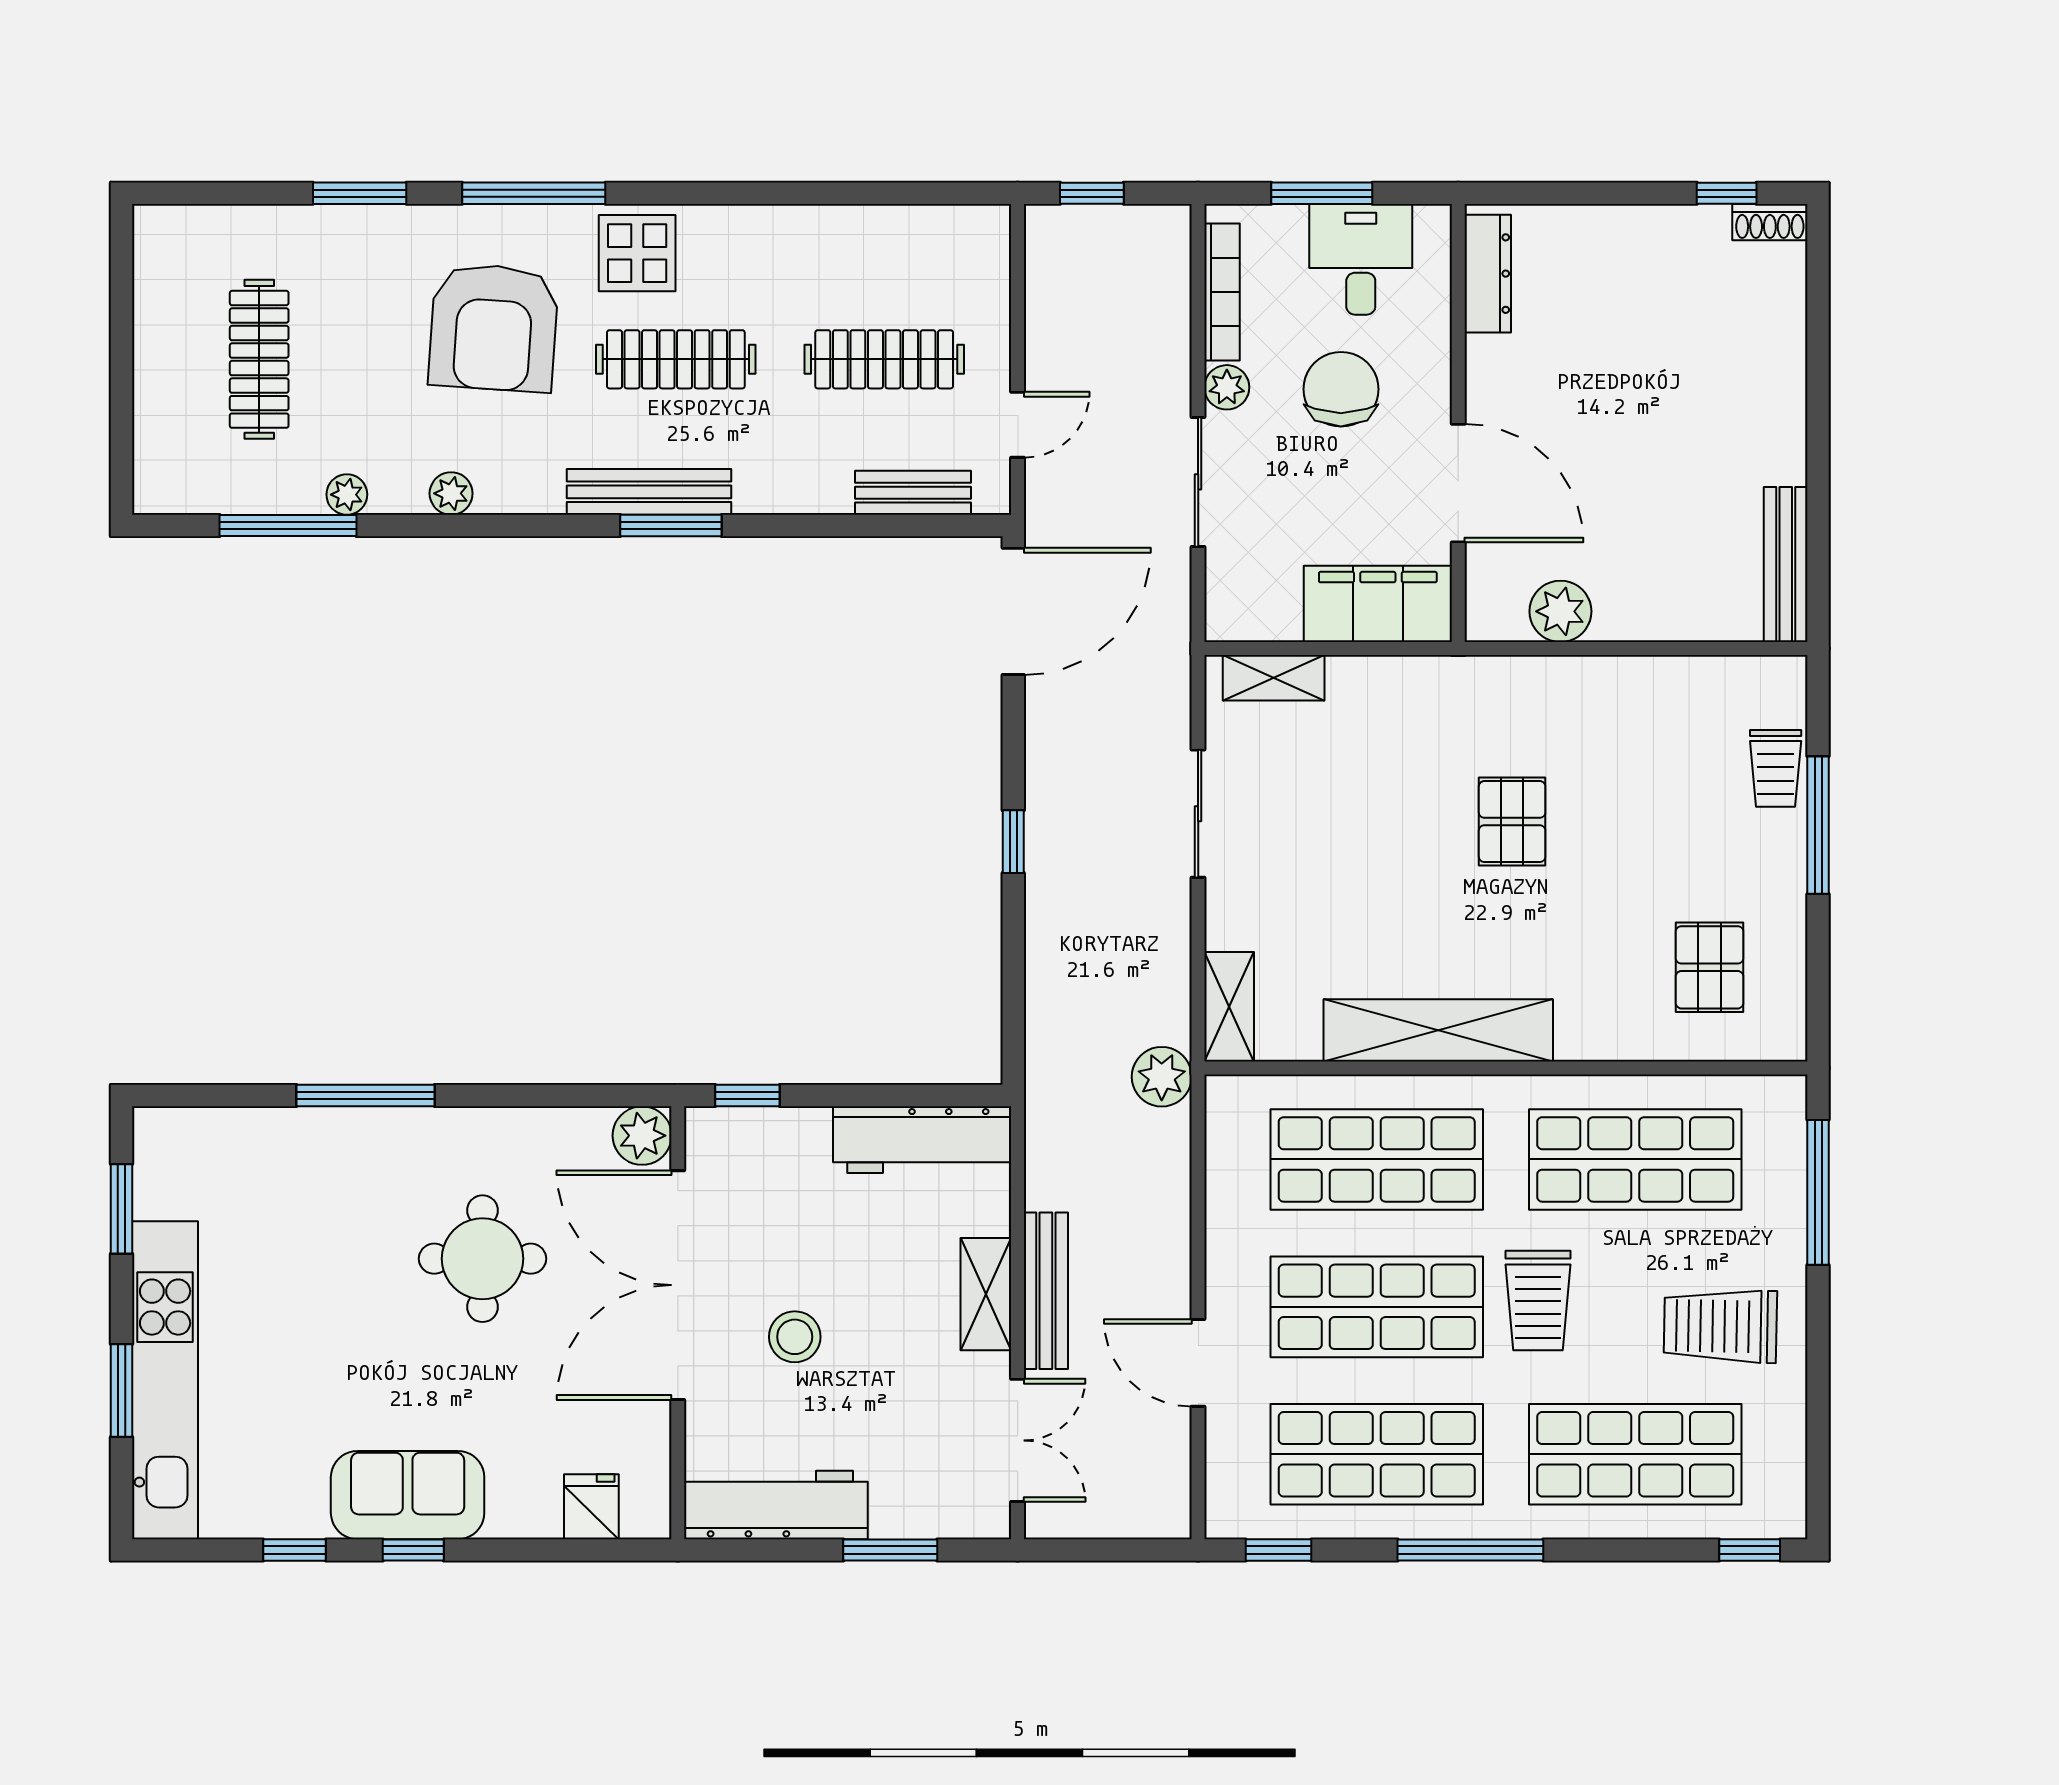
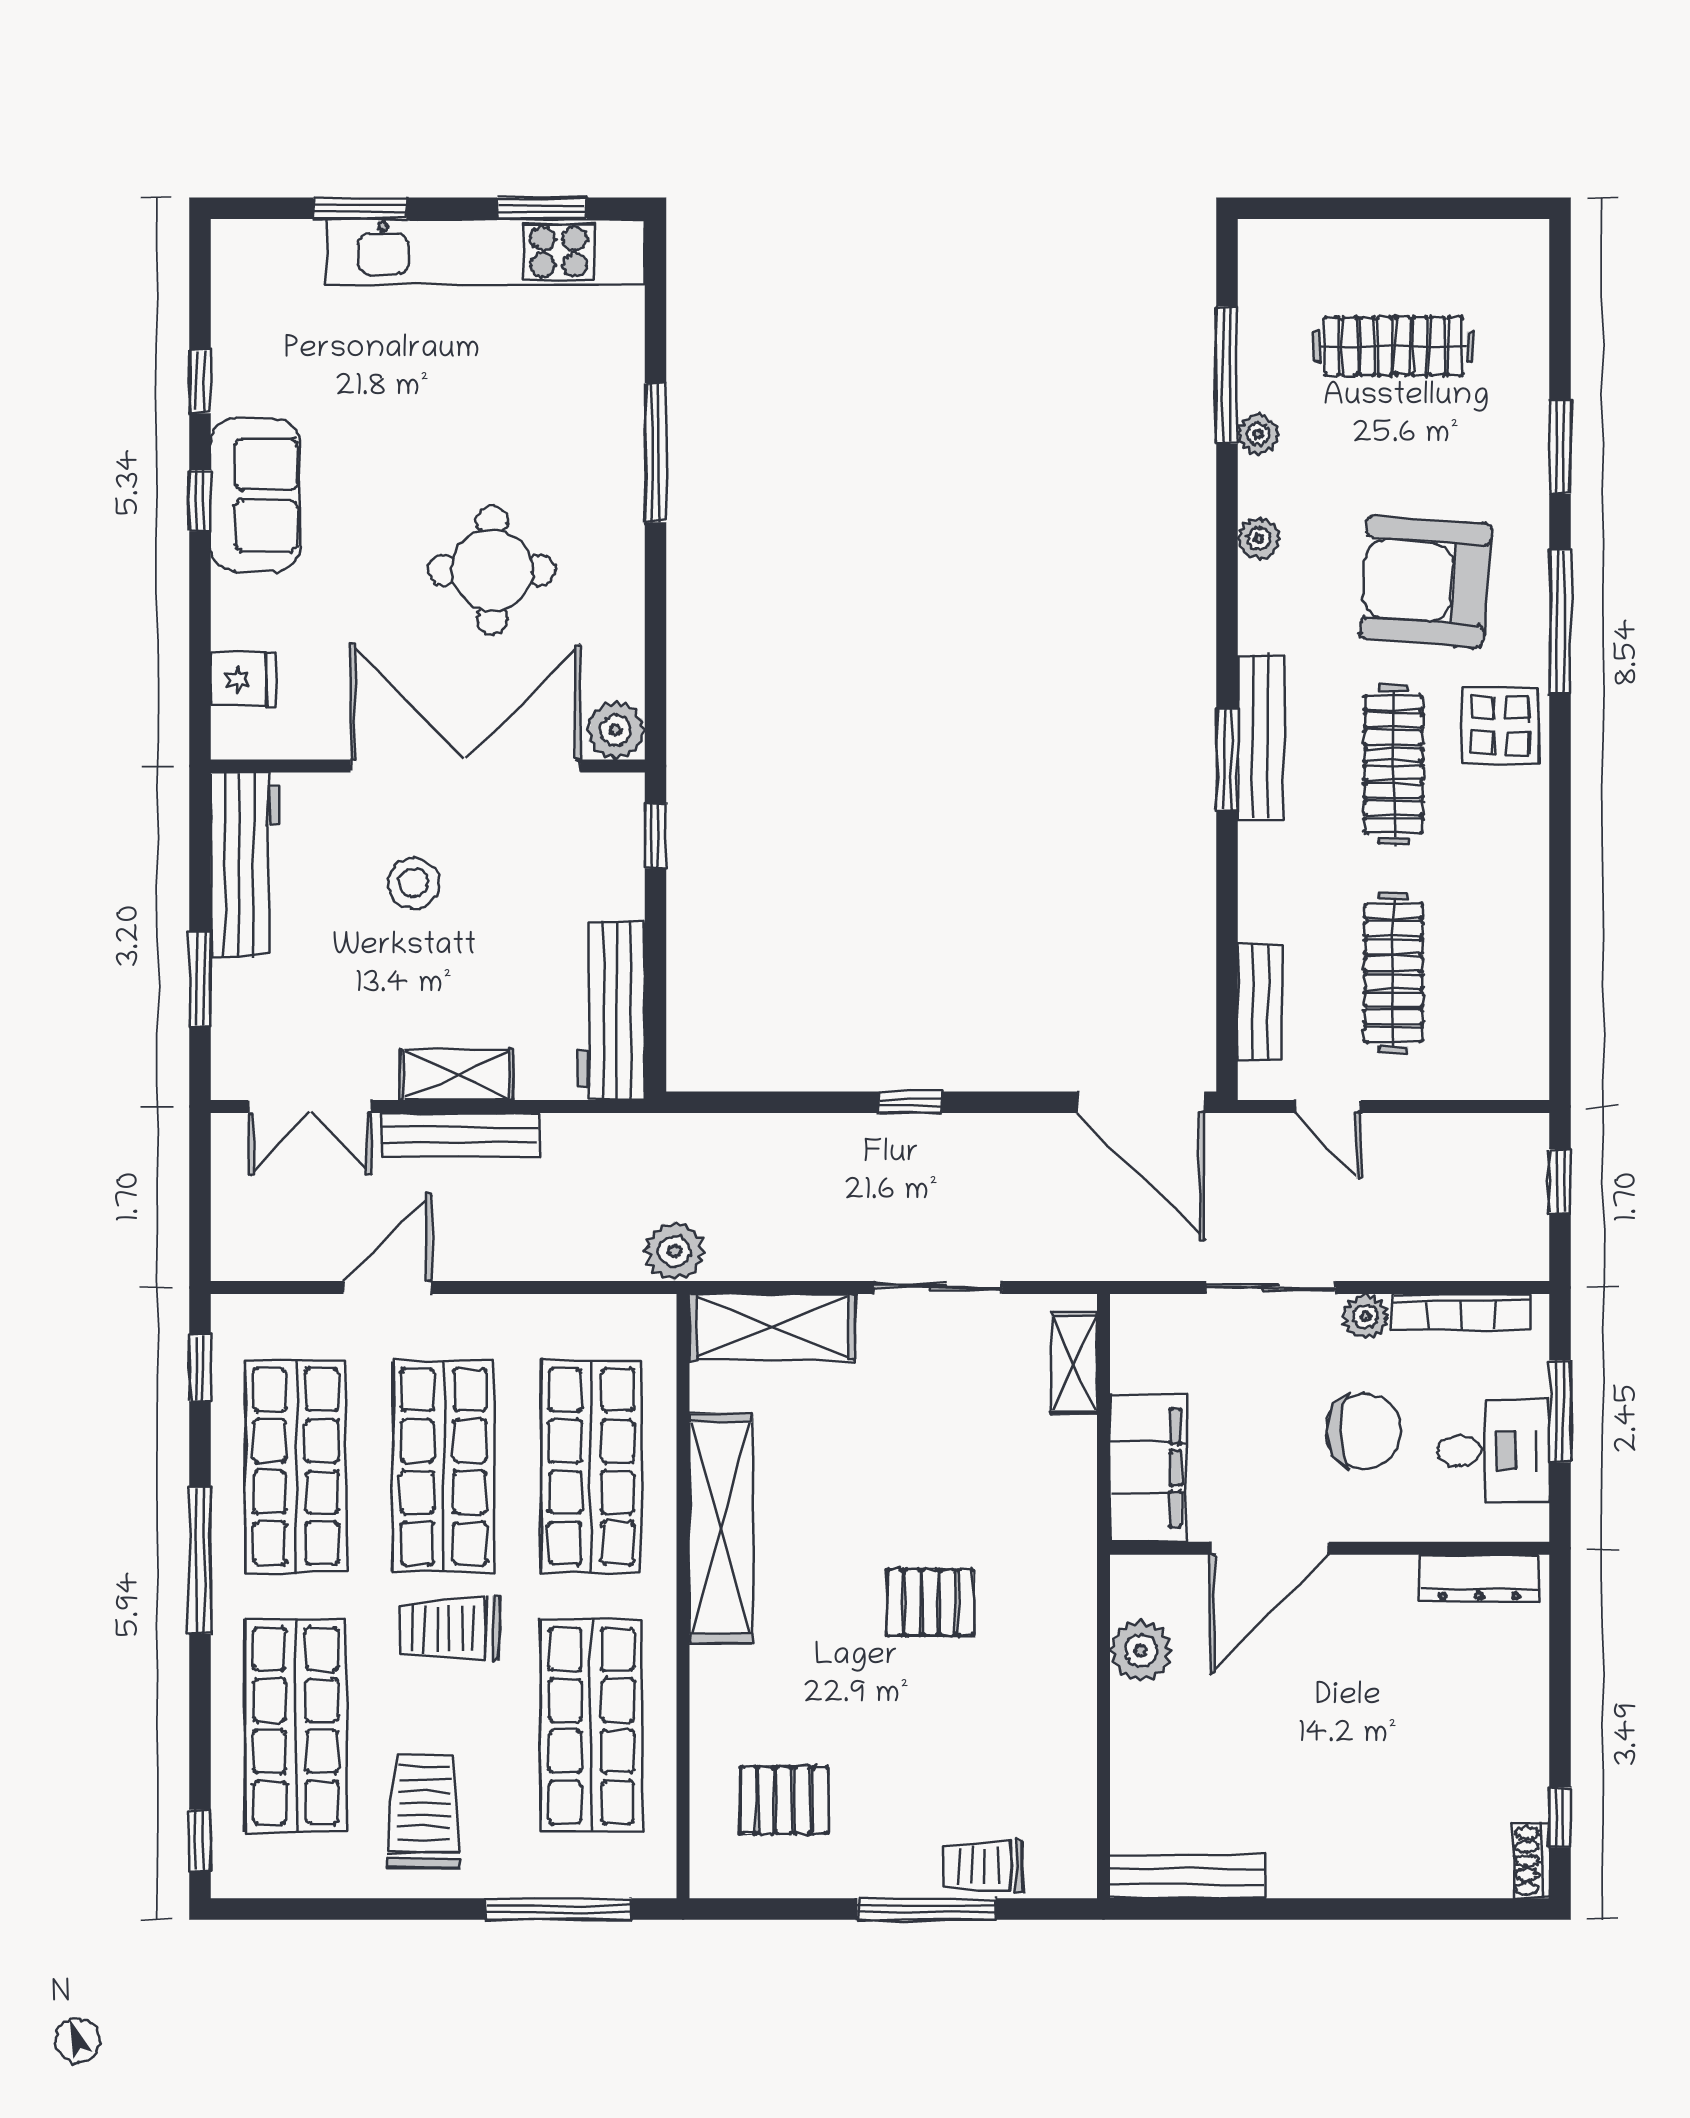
shelving: (1229, 1007) -> (772, 1327), width x1.50, depth x1.33
kitchen unit: (165, 1380) -> (485, 252), moved

